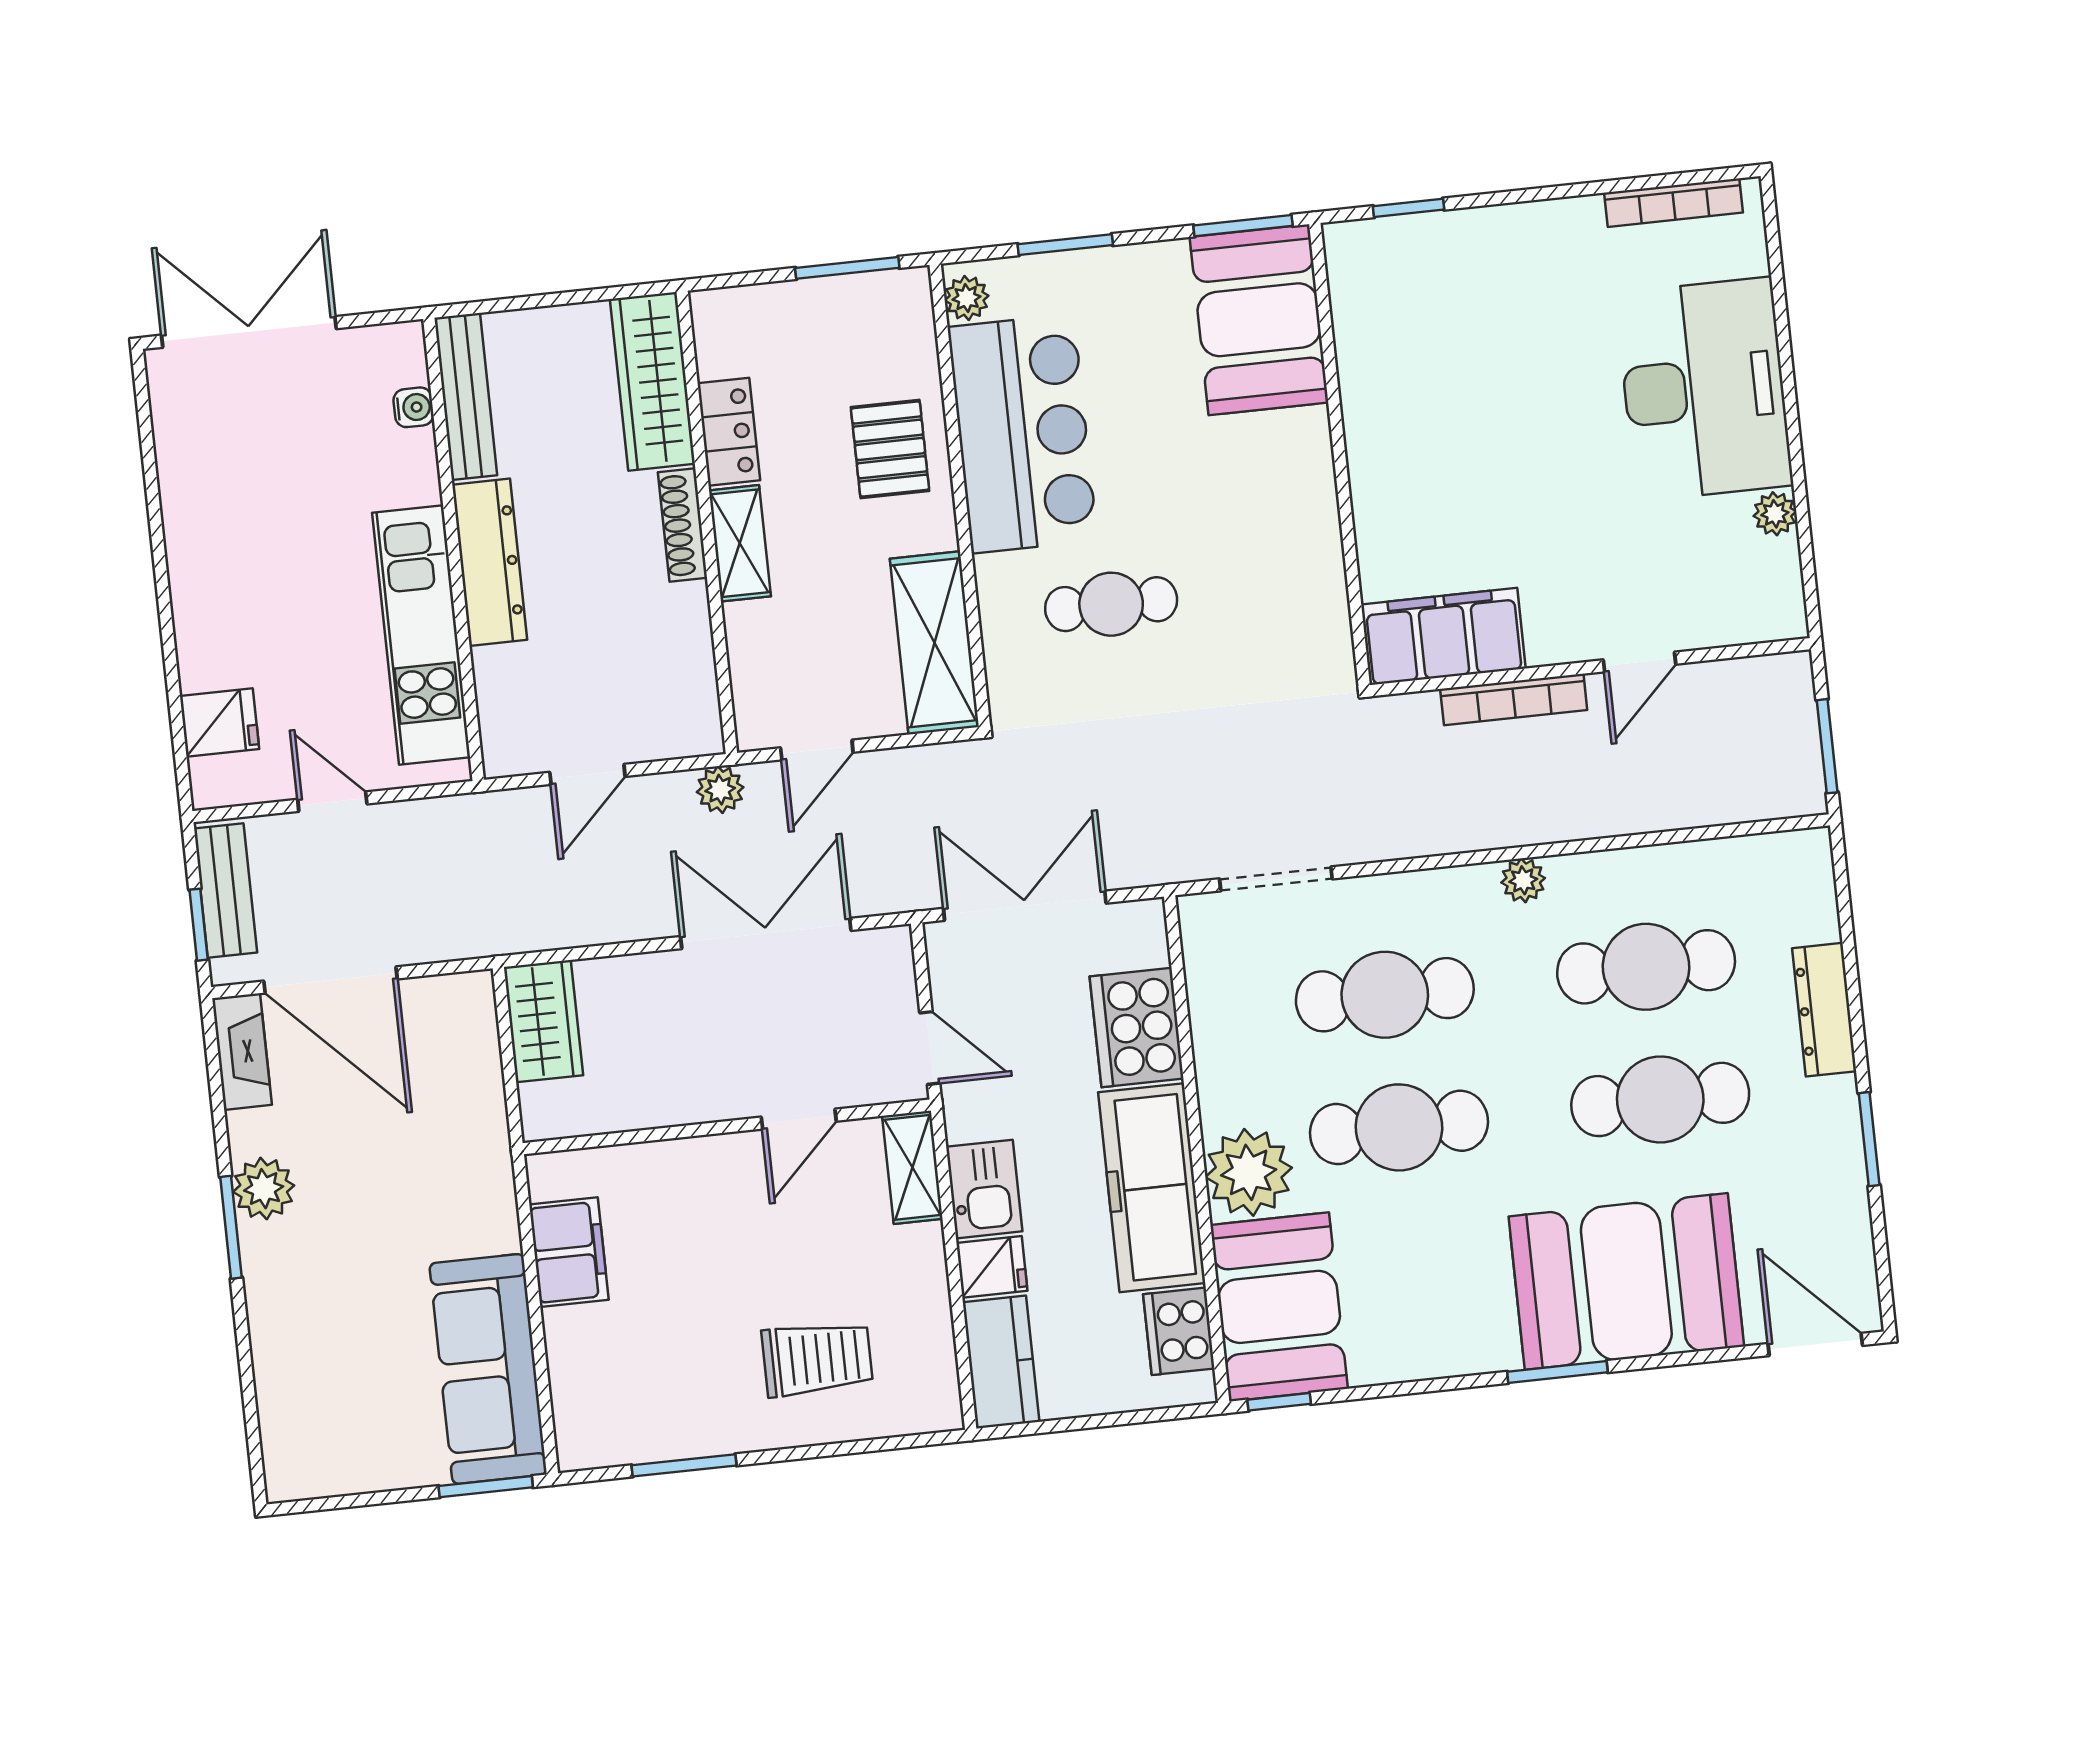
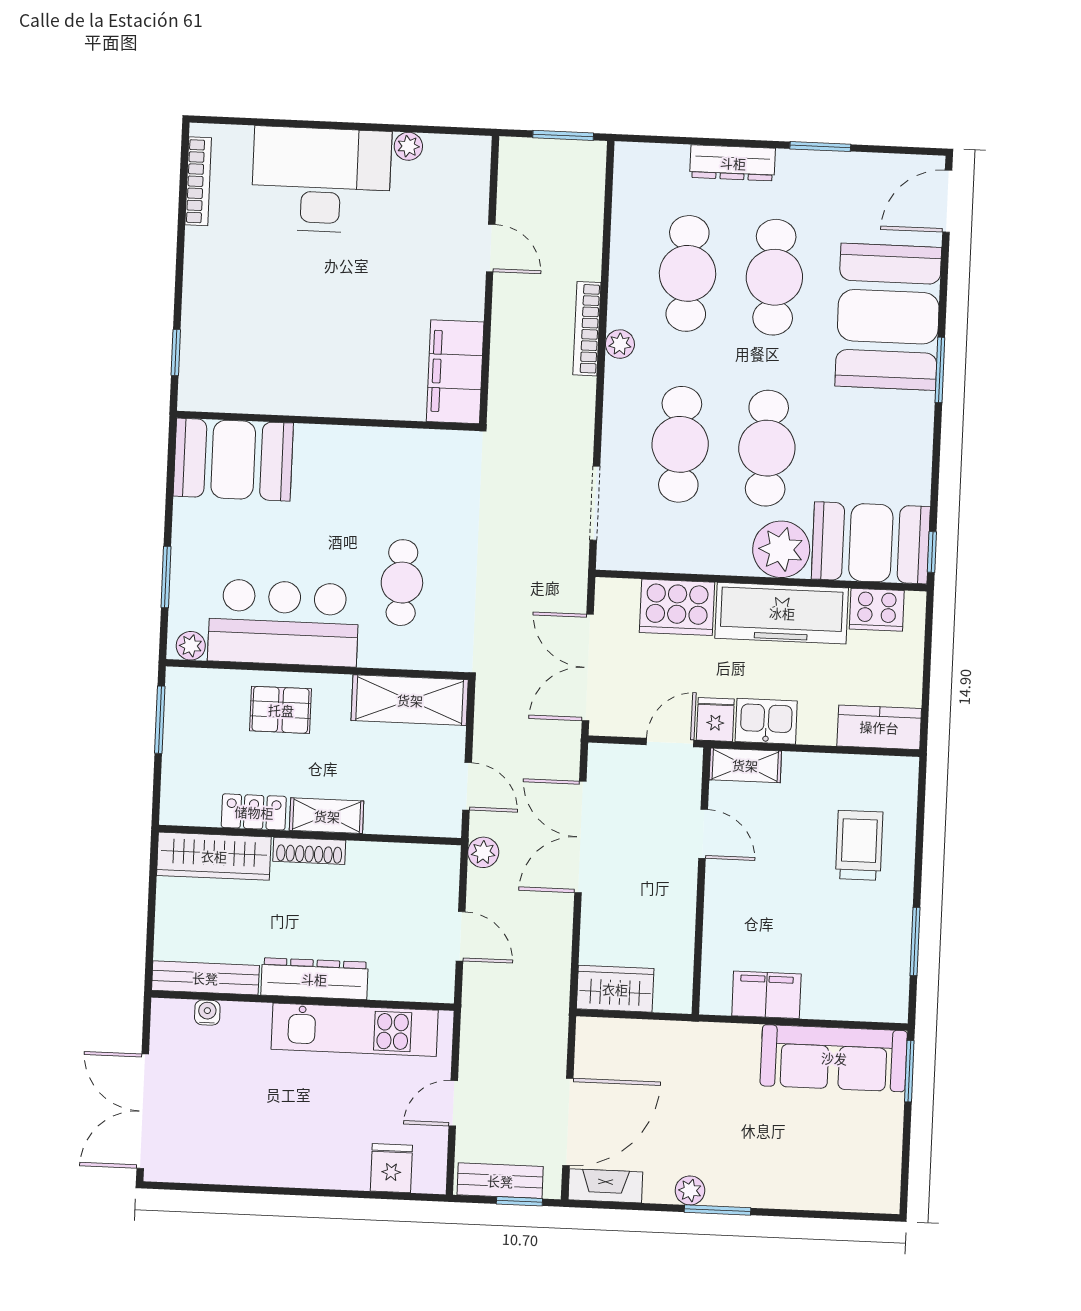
window: (1243, 226) -> (171, 461), removed
bookcase: (1514, 700) -> (587, 329), moved, turned 180
plant: (264, 1189) -> (690, 1190), width x0.73, depth x0.73
fridge: (992, 1267) -> (715, 719), moved

